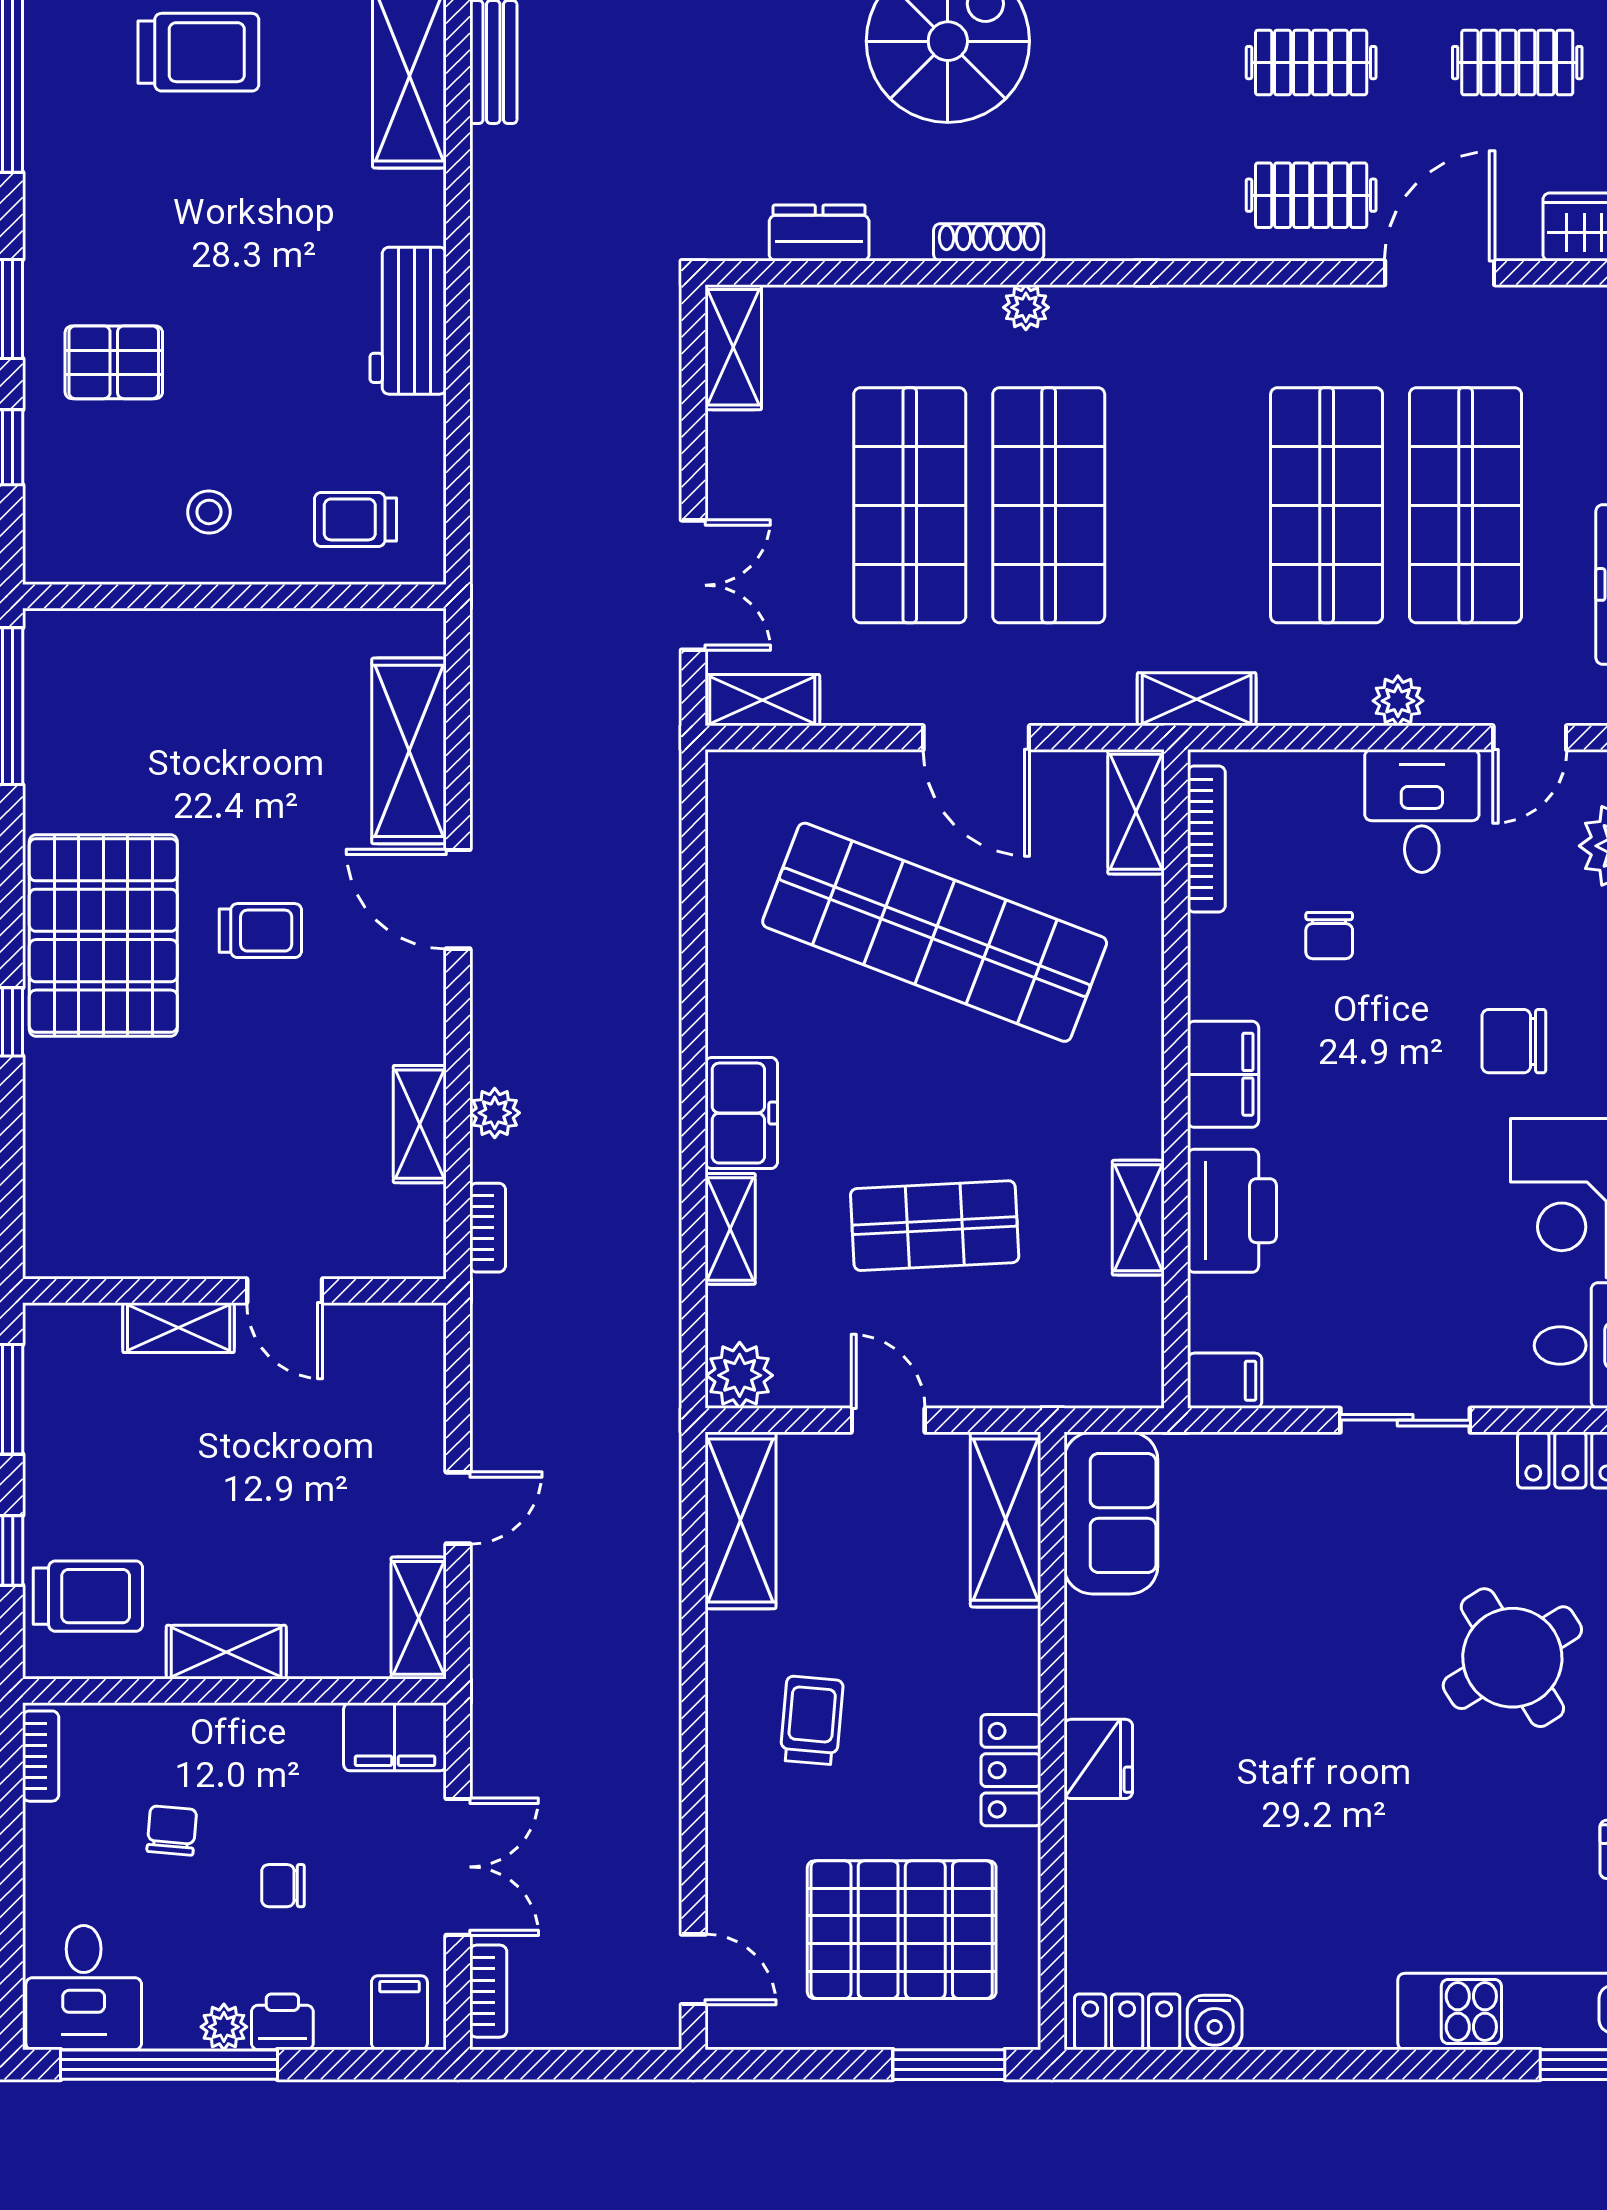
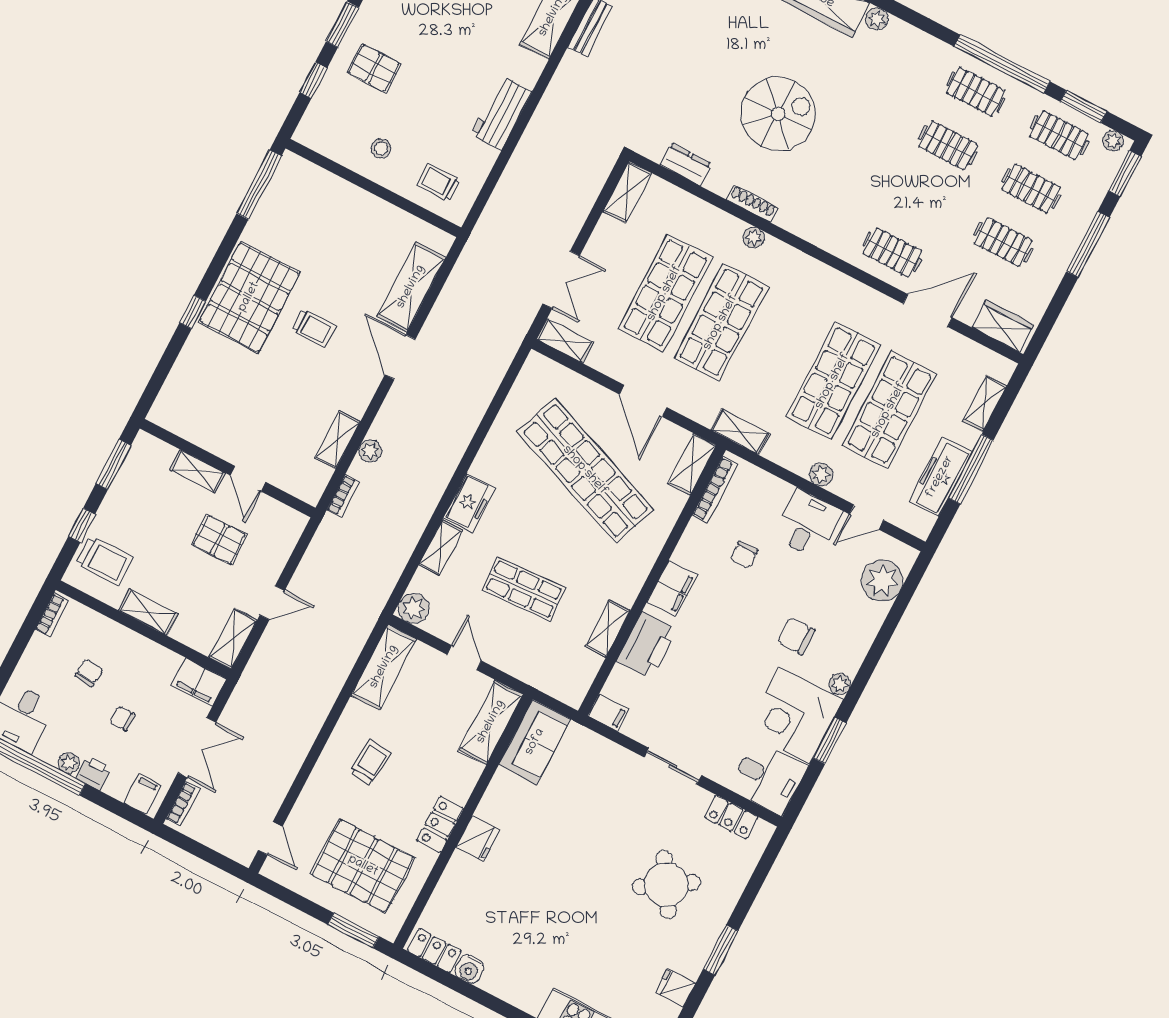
clothes rail: (1311, 63) -> (920, 199), removed
pallet: (291, 1439) -> (219, 540), added

